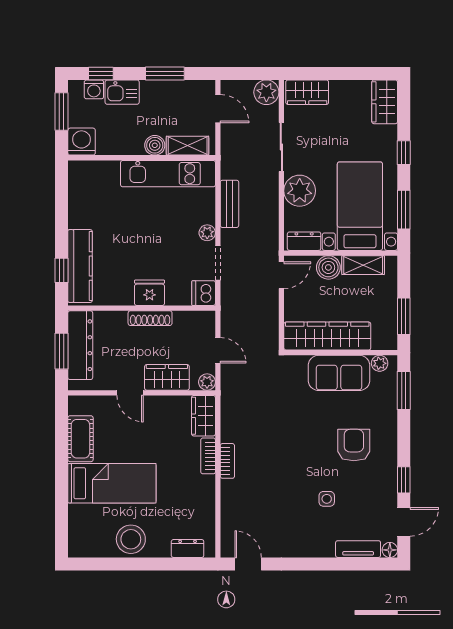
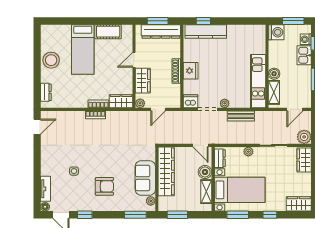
plant: (300, 191) -> (248, 152), width x0.53, depth x0.53

